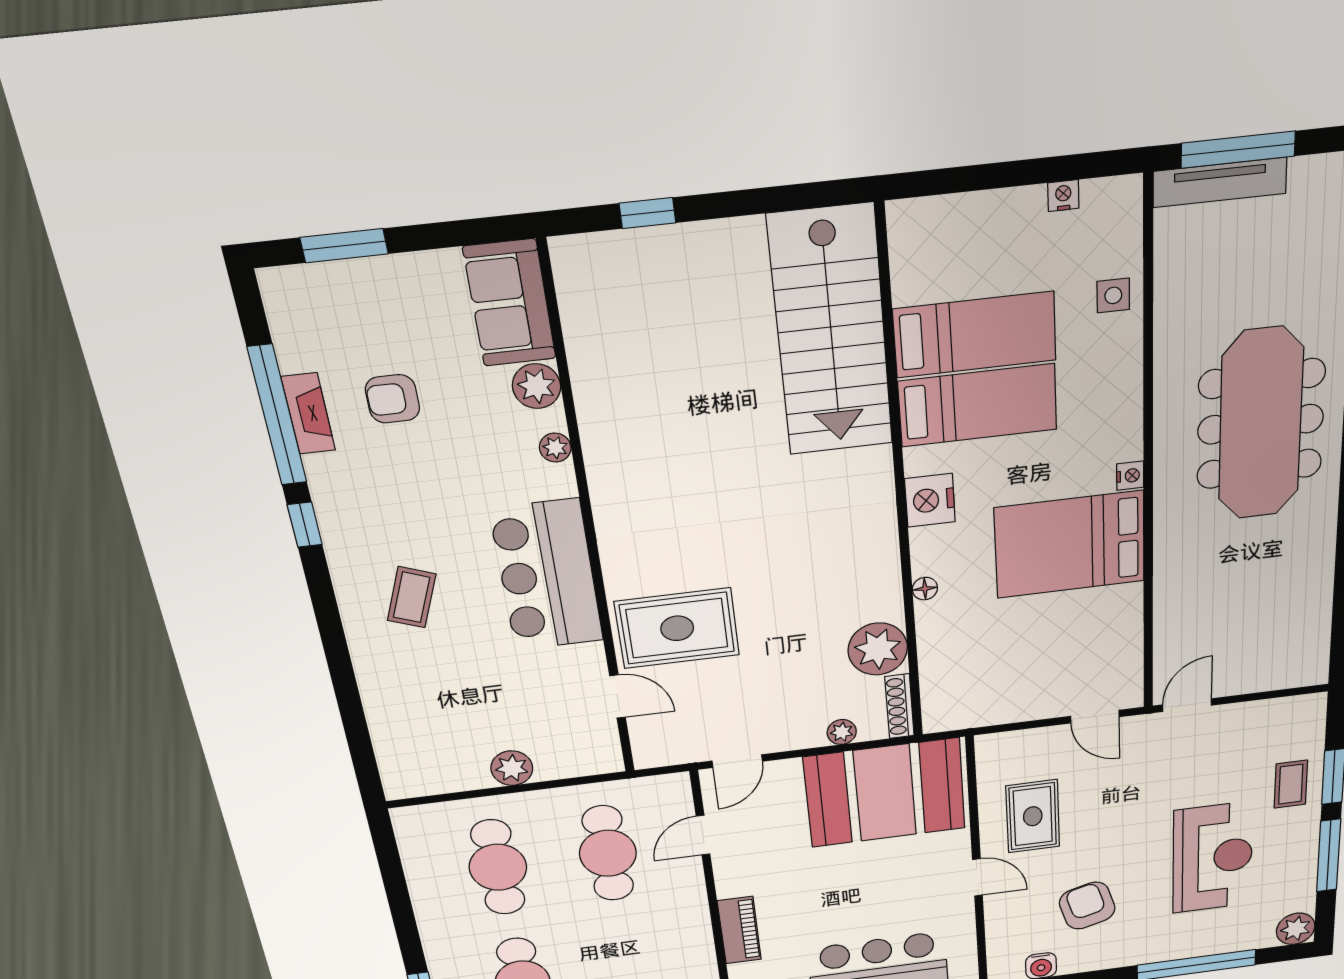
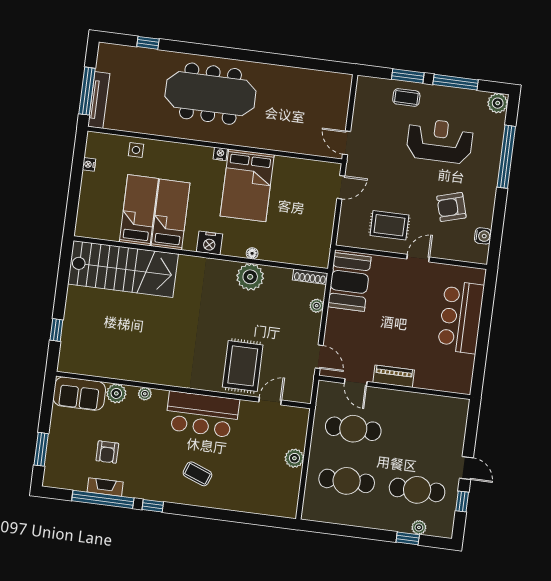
plant: (878, 649) -> (250, 277), moved
booth: (885, 793) -> (349, 282), width x0.73, depth x0.70
piano: (739, 930) -> (394, 376), moved

